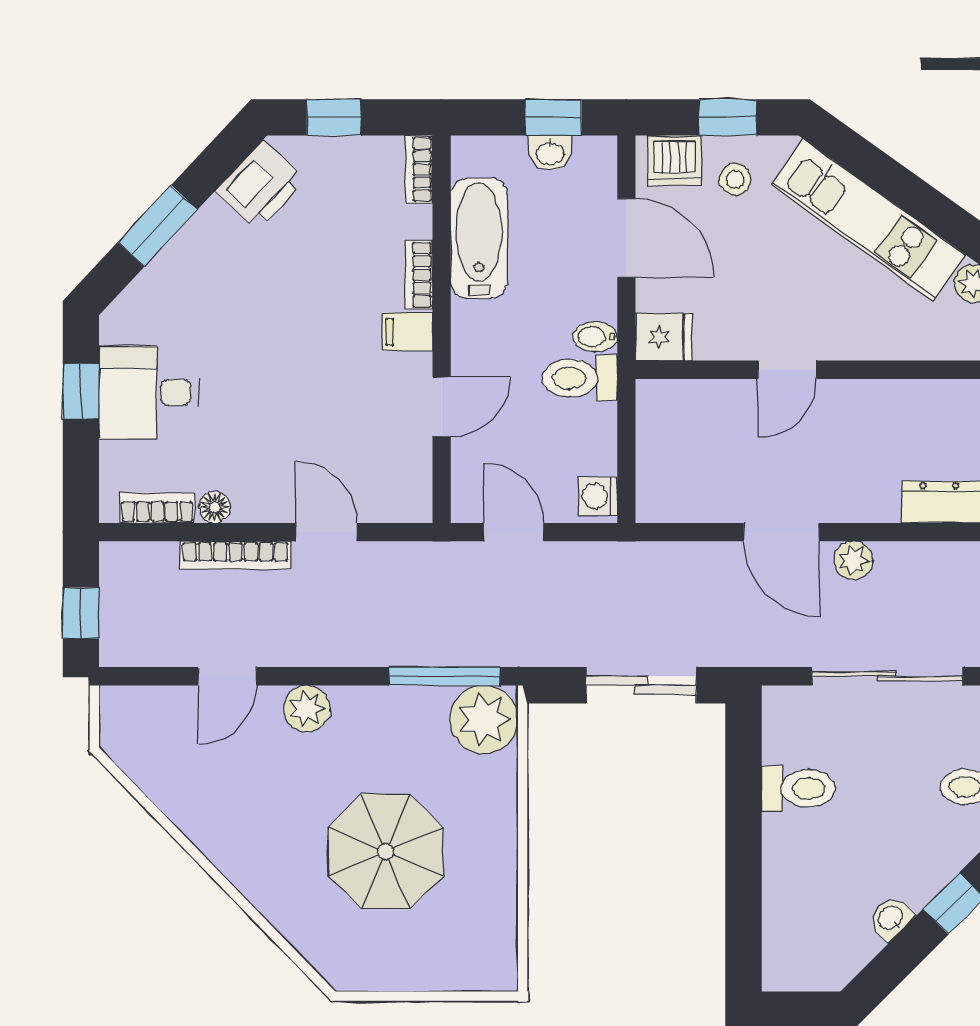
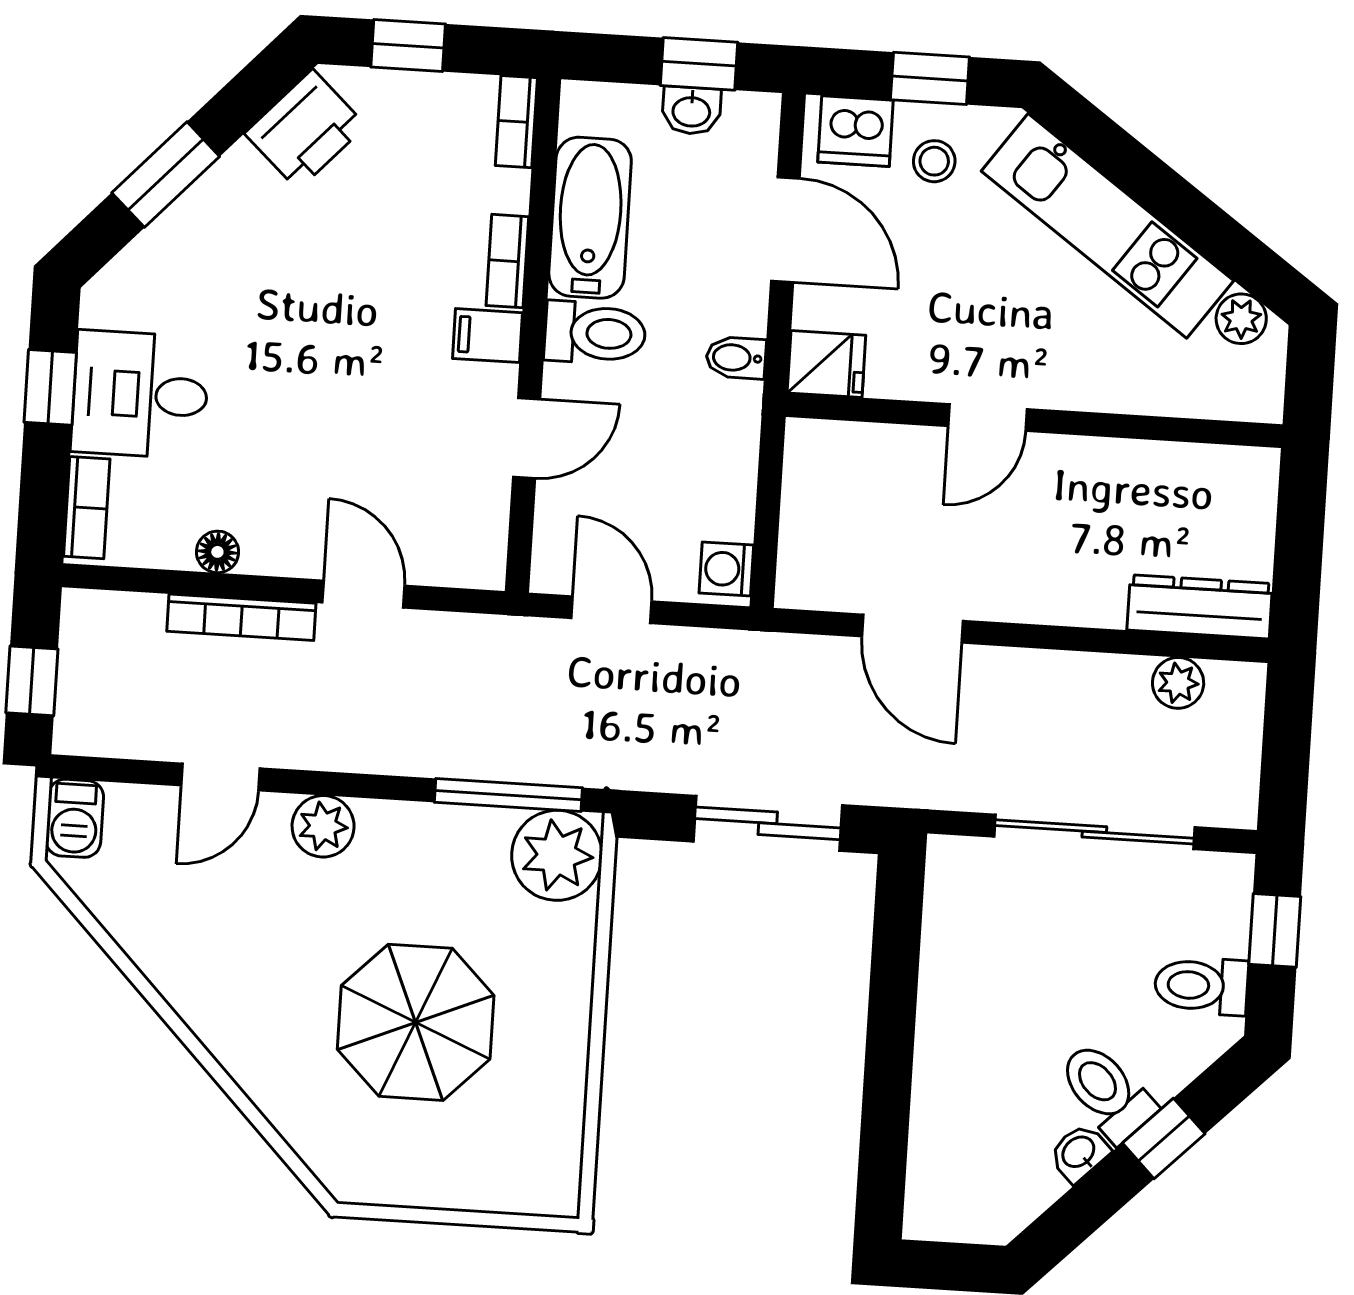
toilet: (580, 378) -> (595, 333), moved, turned 180
bookcase: (157, 508) -> (87, 508), moved, turned 90
door: (781, 532) -> (912, 629), moved
plant: (853, 560) -> (1178, 683), moved
barbecue: (120, 714) -> (75, 818), added
toilet: (798, 788) -> (1107, 1092), moved, turned -135

